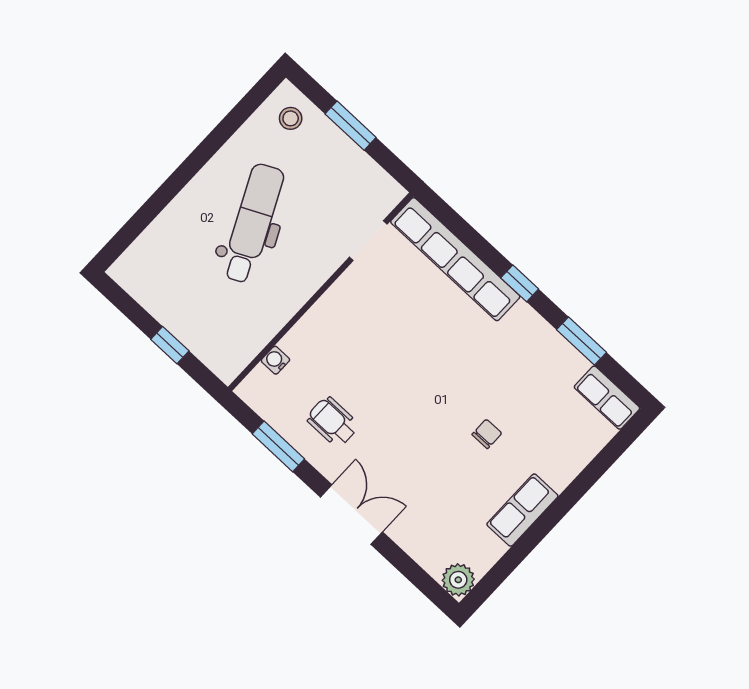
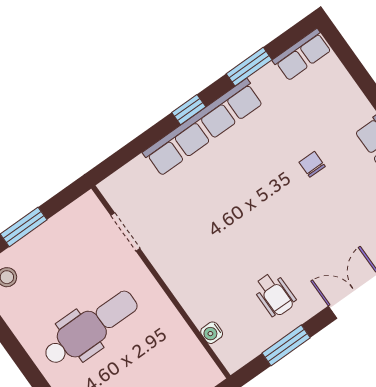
dental chair: (253, 223) -> (90, 328), turned 116
row of seats: (455, 259) -> (203, 128), moved
wheelchair: (333, 422) -> (275, 295), turned -90

